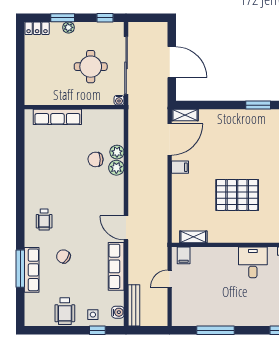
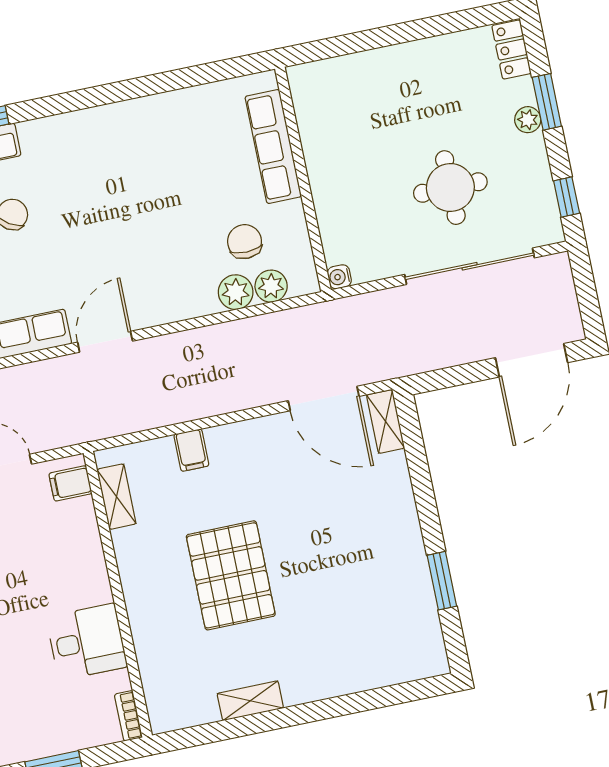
door: (172, 62) -> (532, 360), moved
water cooler: (119, 100) -> (339, 277), moved
wall: (74, 107) -> (303, 179), moved
row of seats: (57, 117) -> (273, 147), moved
filing cabinet: (180, 167) -> (191, 450), moved
wheelchair: (44, 219) -> (86, 154), removed

